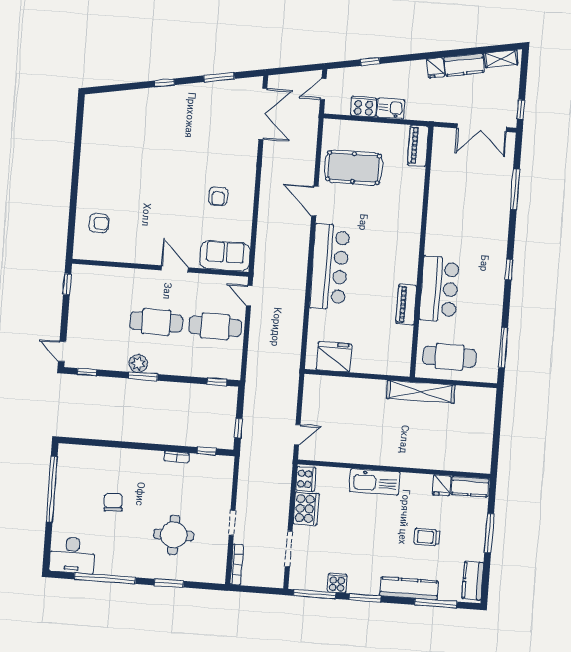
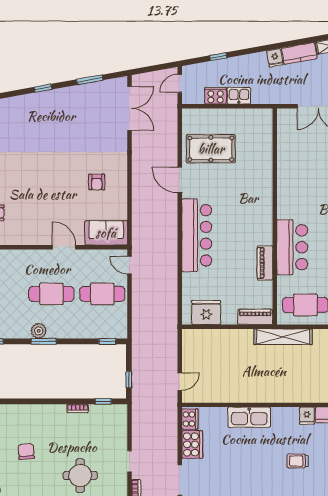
piano: (418, 146) -> (255, 317), moved, turned 90

